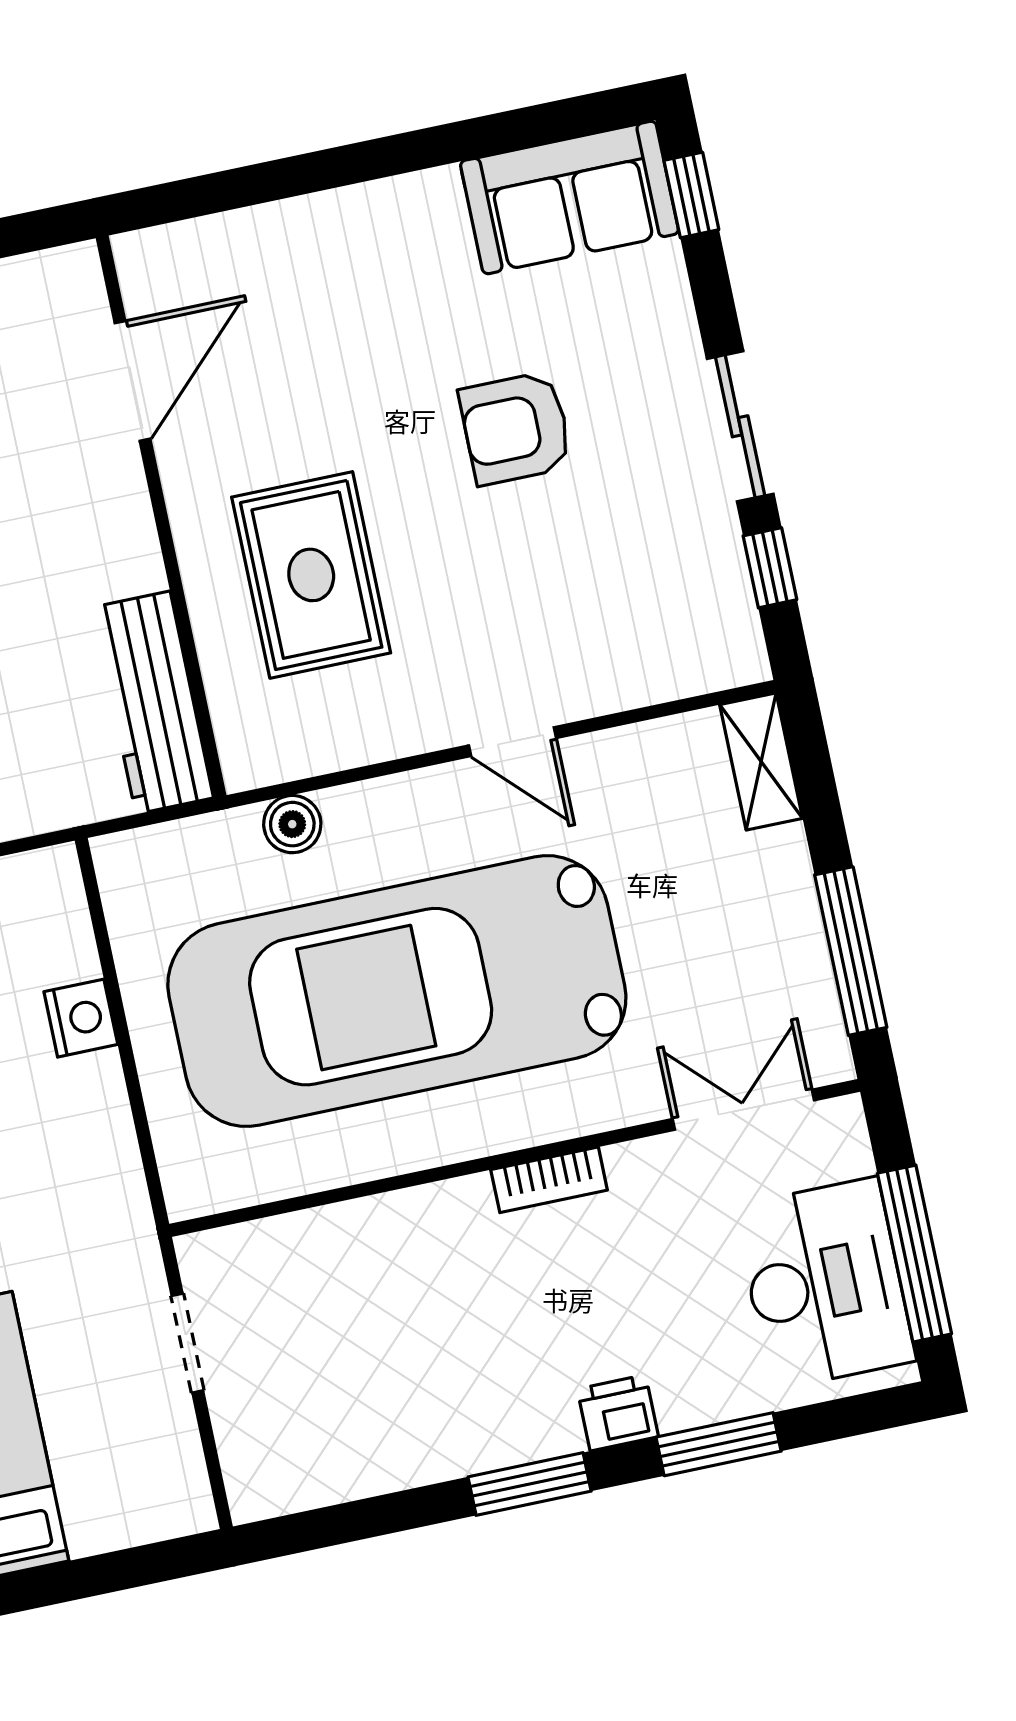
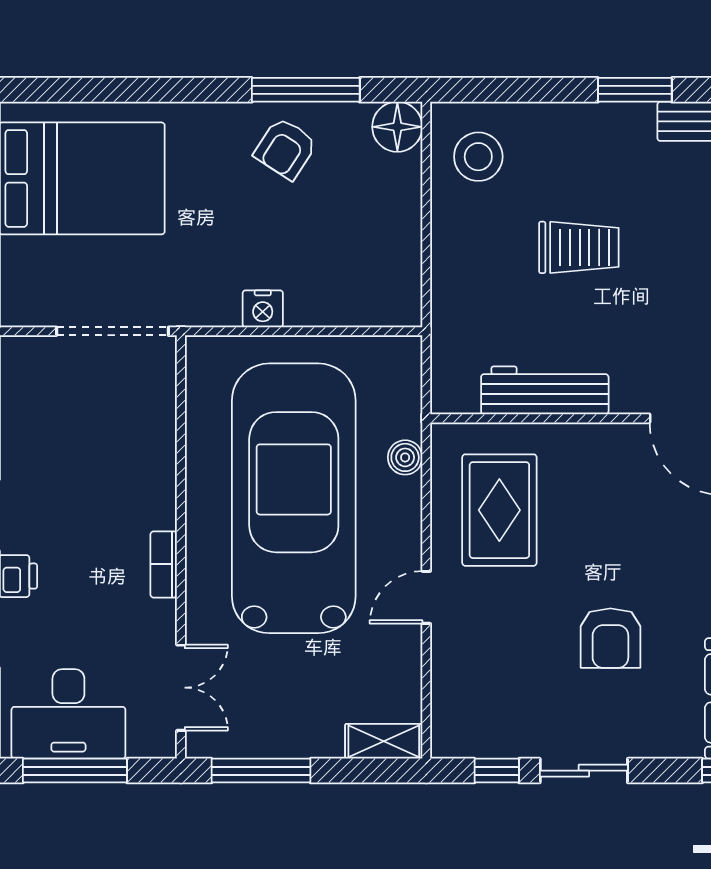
armchair: (516, 428) -> (610, 638), turned 180
rug: (311, 575) -> (499, 510), moved, turned 90
workbench: (153, 703) -> (545, 390), moved
nightstand: (81, 1018) -> (263, 309), moved
doorway: (187, 1343) -> (112, 331), width x1.88

